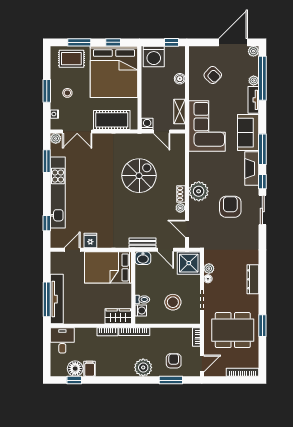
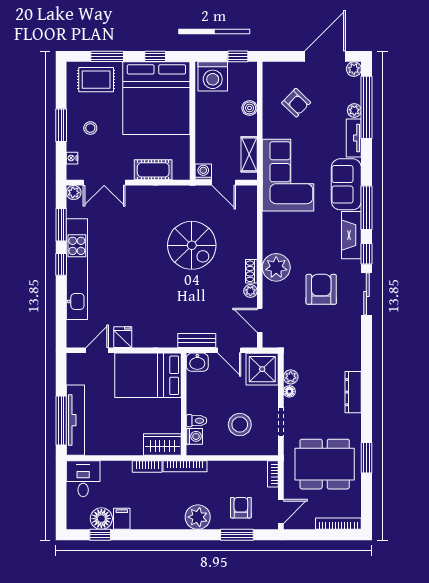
cot: (112, 120) -> (153, 170), width x0.73, depth x0.75
spiral stairs: (139, 176) -> (192, 245), turned 90
window: (47, 223) -> (61, 264), moved

